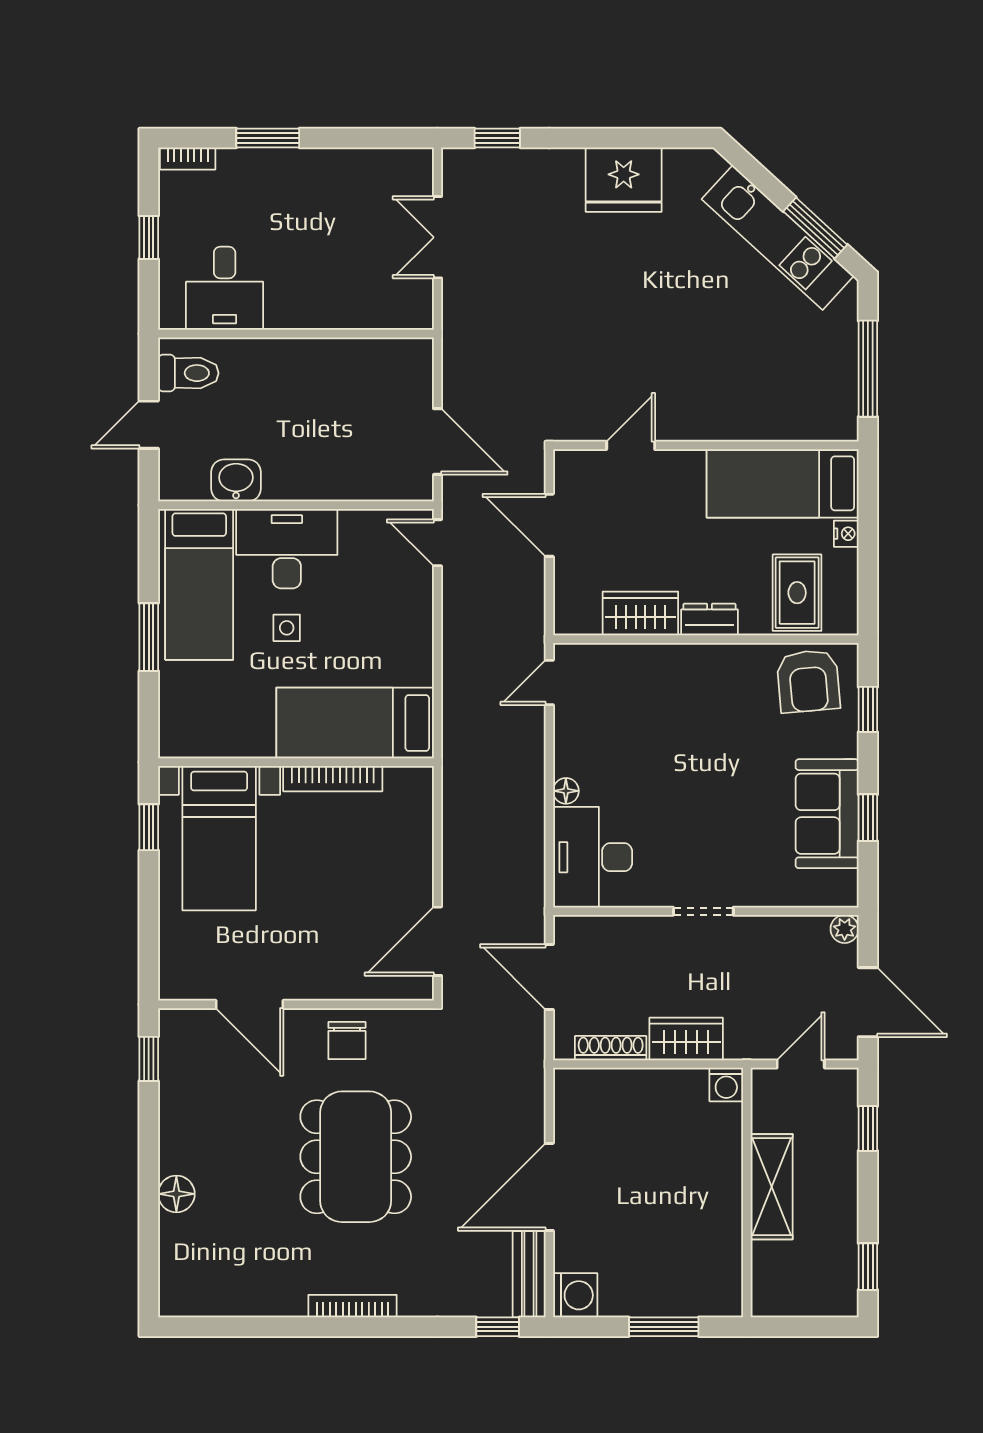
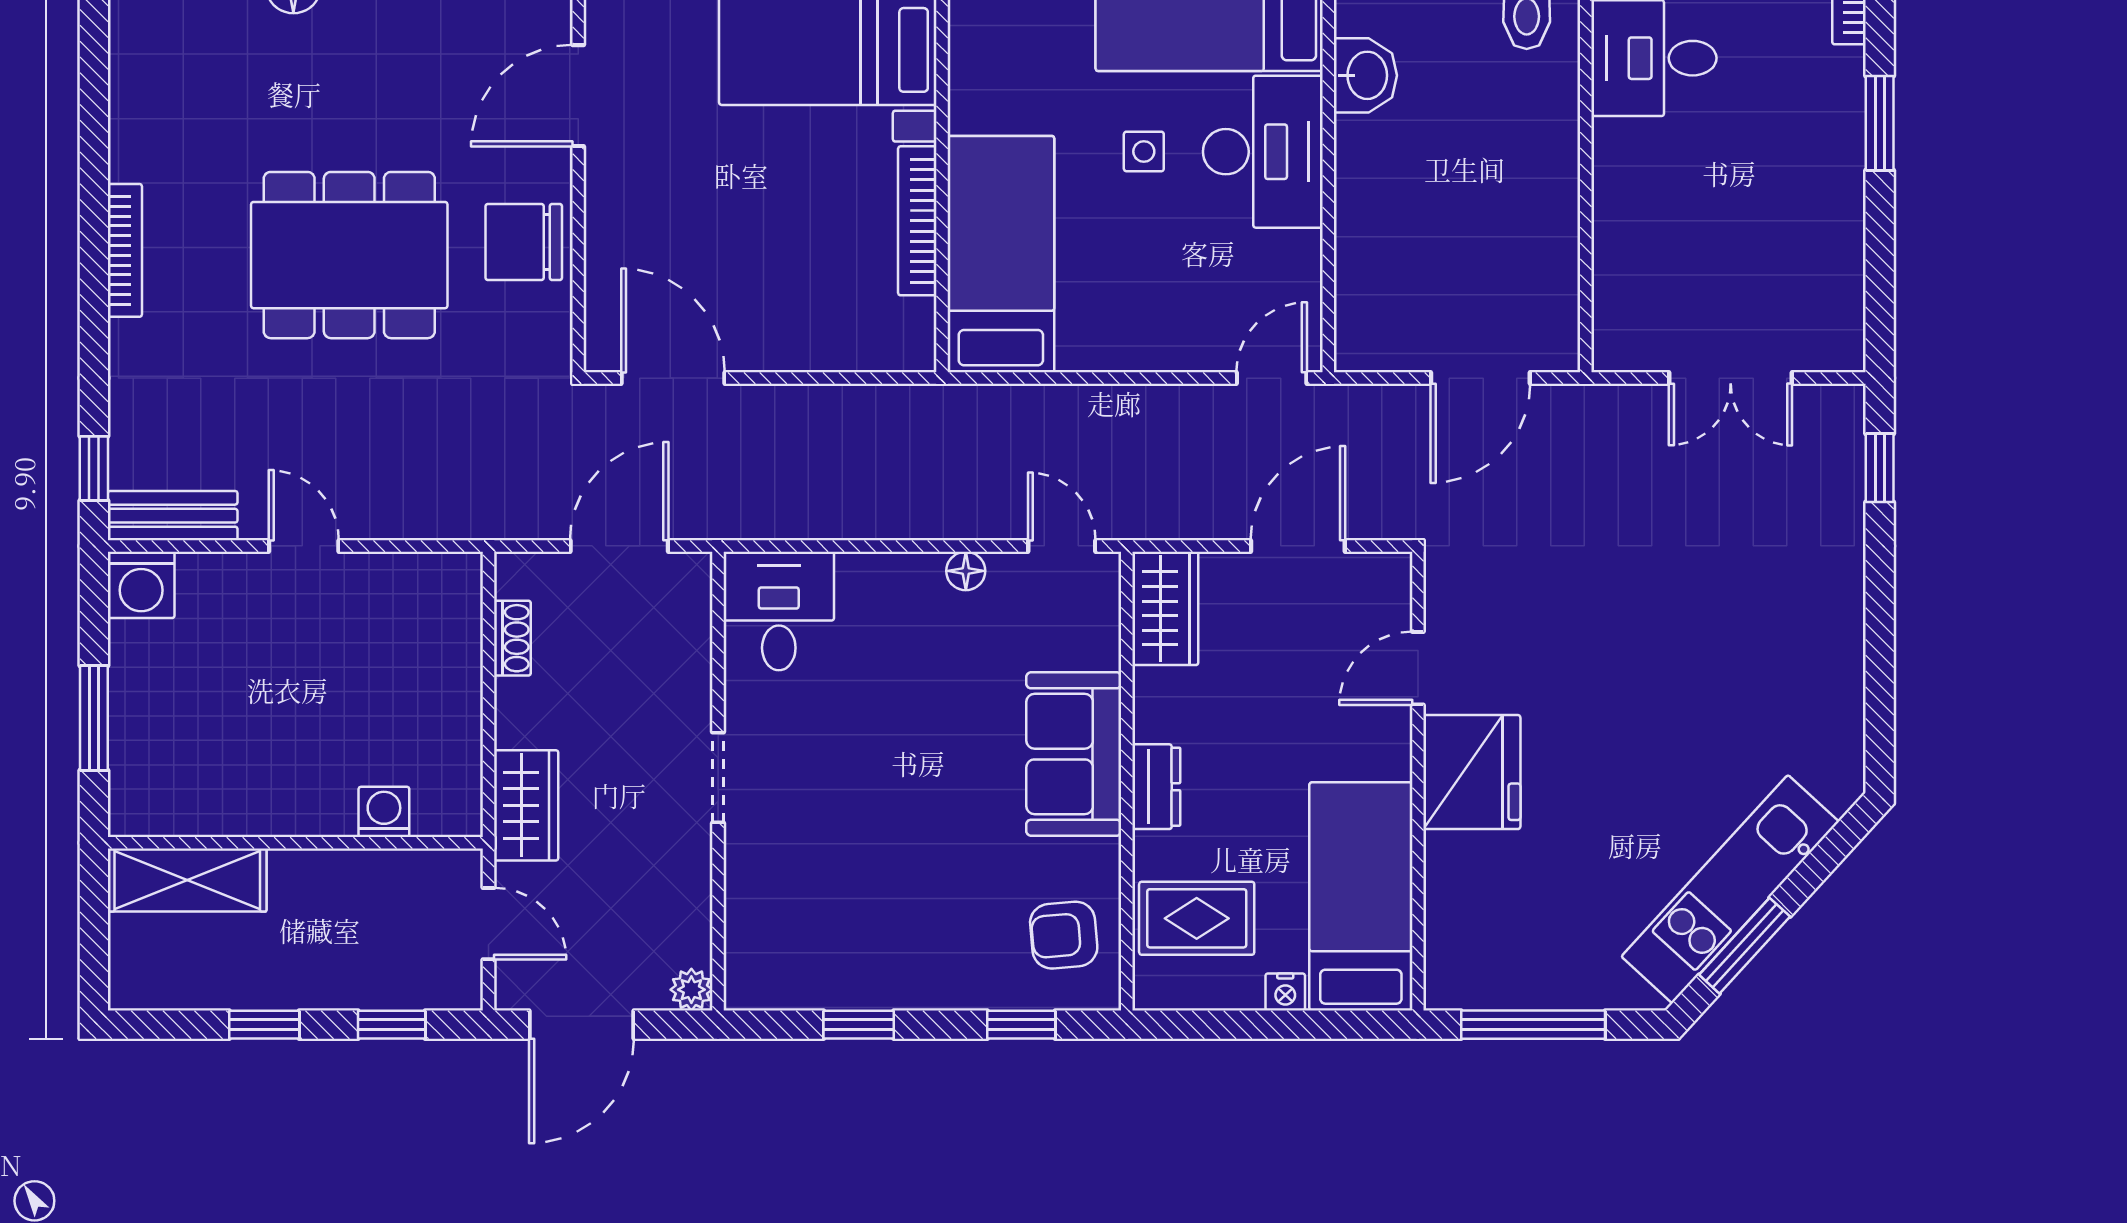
fridge: (624, 180) -> (1472, 772), moved, turned 180
double door: (438, 237) -> (1731, 378), swing flipped
door: (438, 442) -> (1480, 378), moved
door: (631, 445) -> (1418, 668), swing flipped
wardrobe: (640, 614) -> (1165, 608), moved
armchair: (808, 681) -> (1064, 935), width x0.72, depth x0.72
floor lamp: (566, 791) -> (966, 571), moved
sofa: (827, 814) -> (1074, 754), moved, turned -90
desk: (593, 857) -> (779, 611), width x0.73
wardrobe: (686, 1039) -> (526, 805), moved
chair: (347, 1041) -> (524, 242), width x1.37, depth x1.37
shoe rack: (611, 1048) -> (512, 638), width x0.70
washing machine: (726, 1085) -> (384, 812), moved, turned 90
door: (549, 1187) -> (304, 546), width x0.53
shelving: (772, 1187) -> (187, 880), moved
window: (868, 1267) -> (264, 1025), moved

